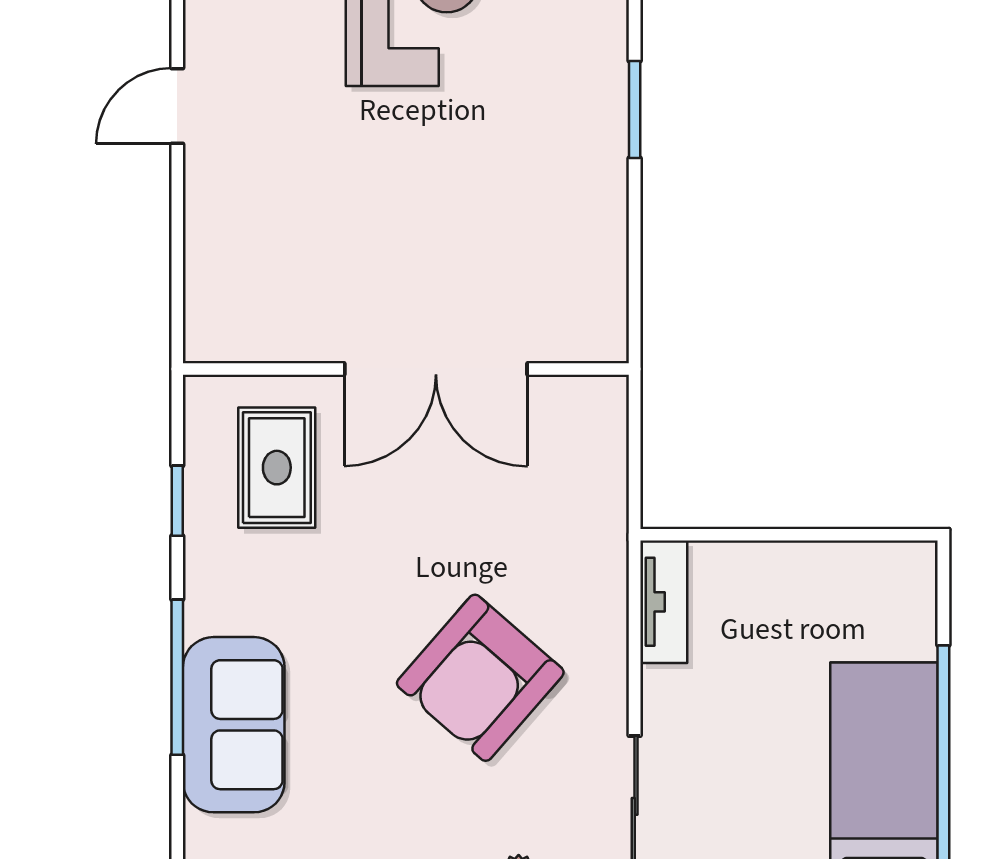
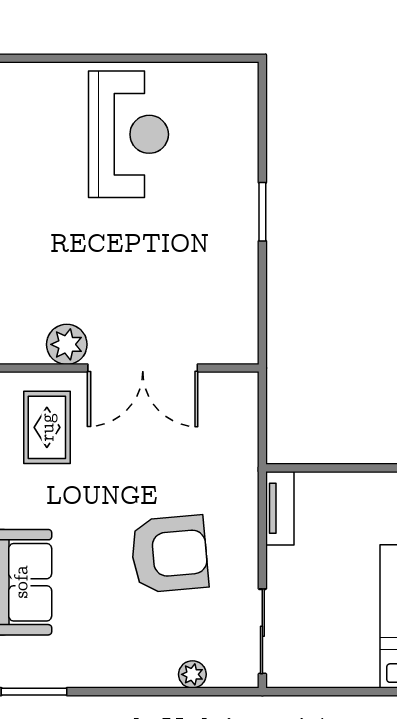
plant: (310, 330) -> (67, 344), added
armchair: (480, 678) -> (169, 554), turned -136

